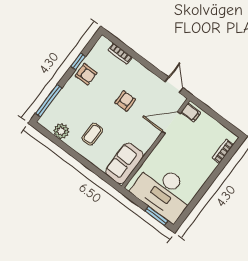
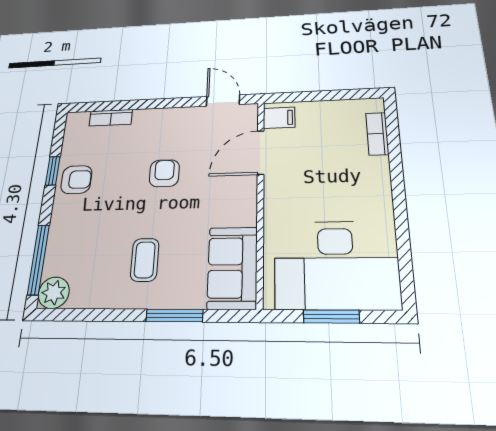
plant: (61, 131) -> (54, 293), moved
window: (89, 166) -> (174, 315), added
window: (156, 216) -> (331, 317), moved

